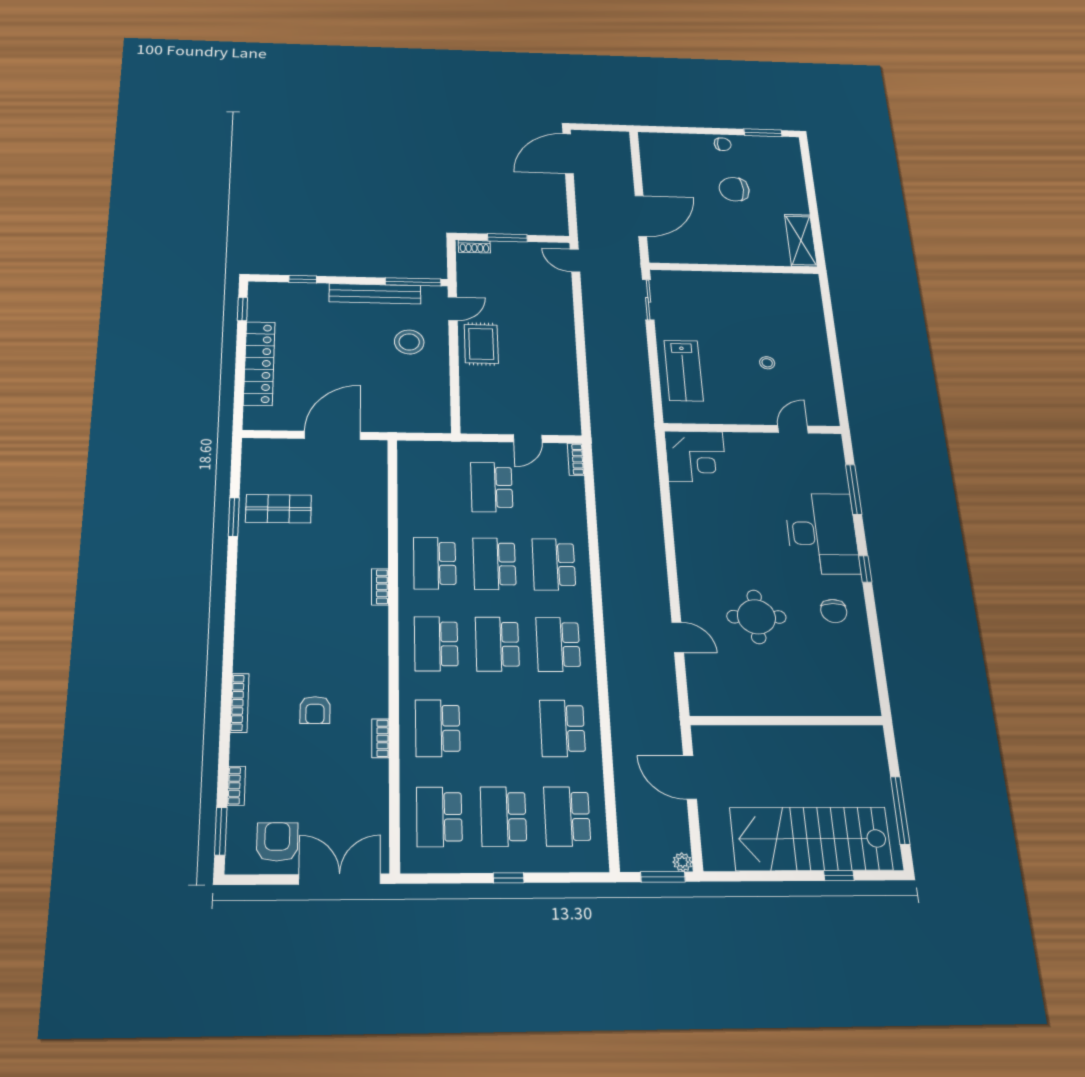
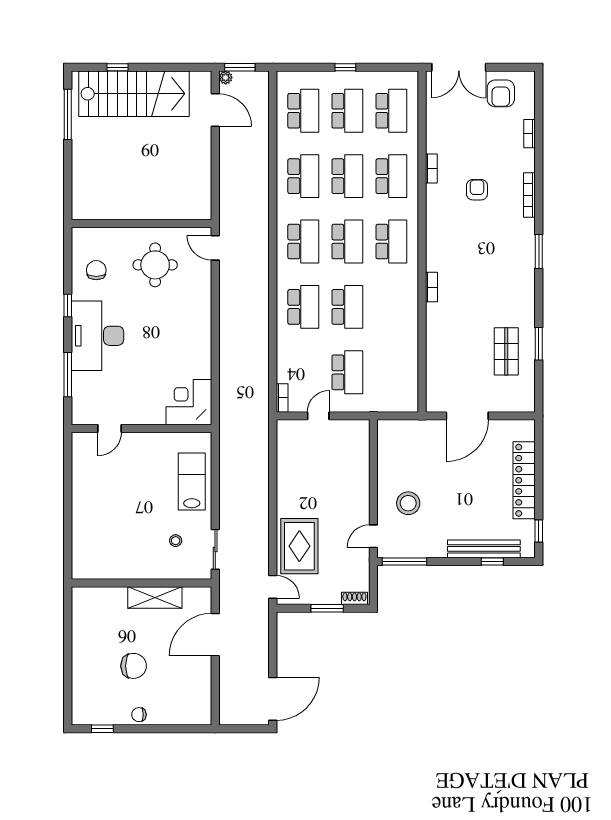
window: (763, 133) -> (102, 729), width x0.67
shelving: (801, 241) -> (155, 597), moved, turned 90
bench: (375, 294) -> (484, 549), moved
rug: (481, 344) -> (299, 546), moved, width x1.36, depth x1.43
stool: (767, 363) -> (176, 541), moved
shop shelf: (278, 509) -> (506, 351), turned 90
school desk: (435, 563) -> (347, 176), moved
wall: (787, 721) -> (141, 224), moved
door: (690, 777) -> (215, 110), moved
window: (221, 831) -> (539, 252), moved

